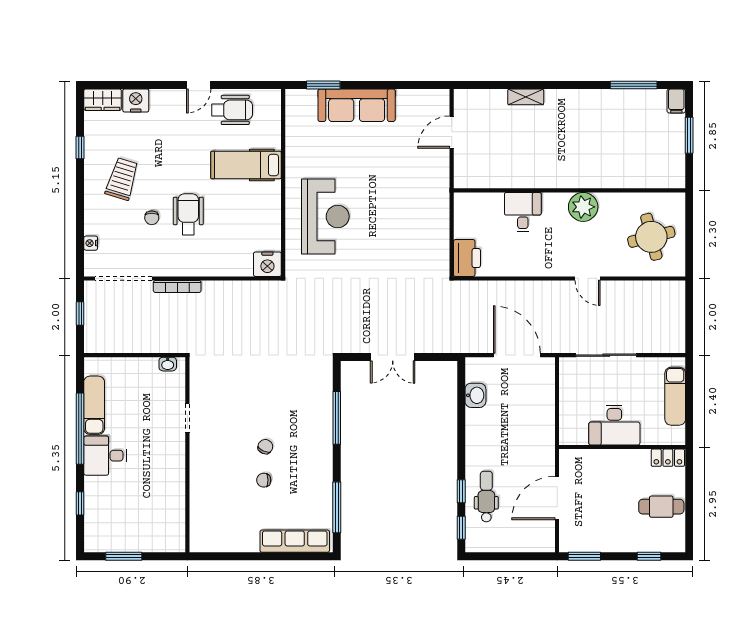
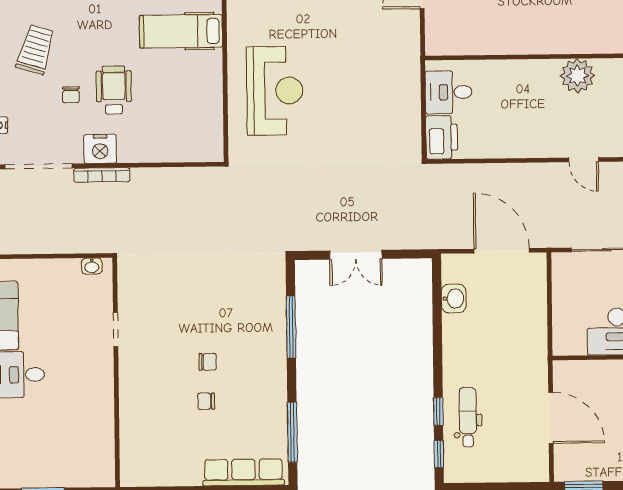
desk: (523, 212) -> (449, 92), moved, turned -90
nightstand: (267, 264) -> (100, 149), moved
chair: (265, 447) -> (208, 362), turned 66
door: (557, 498) -> (551, 418), swing flipped

